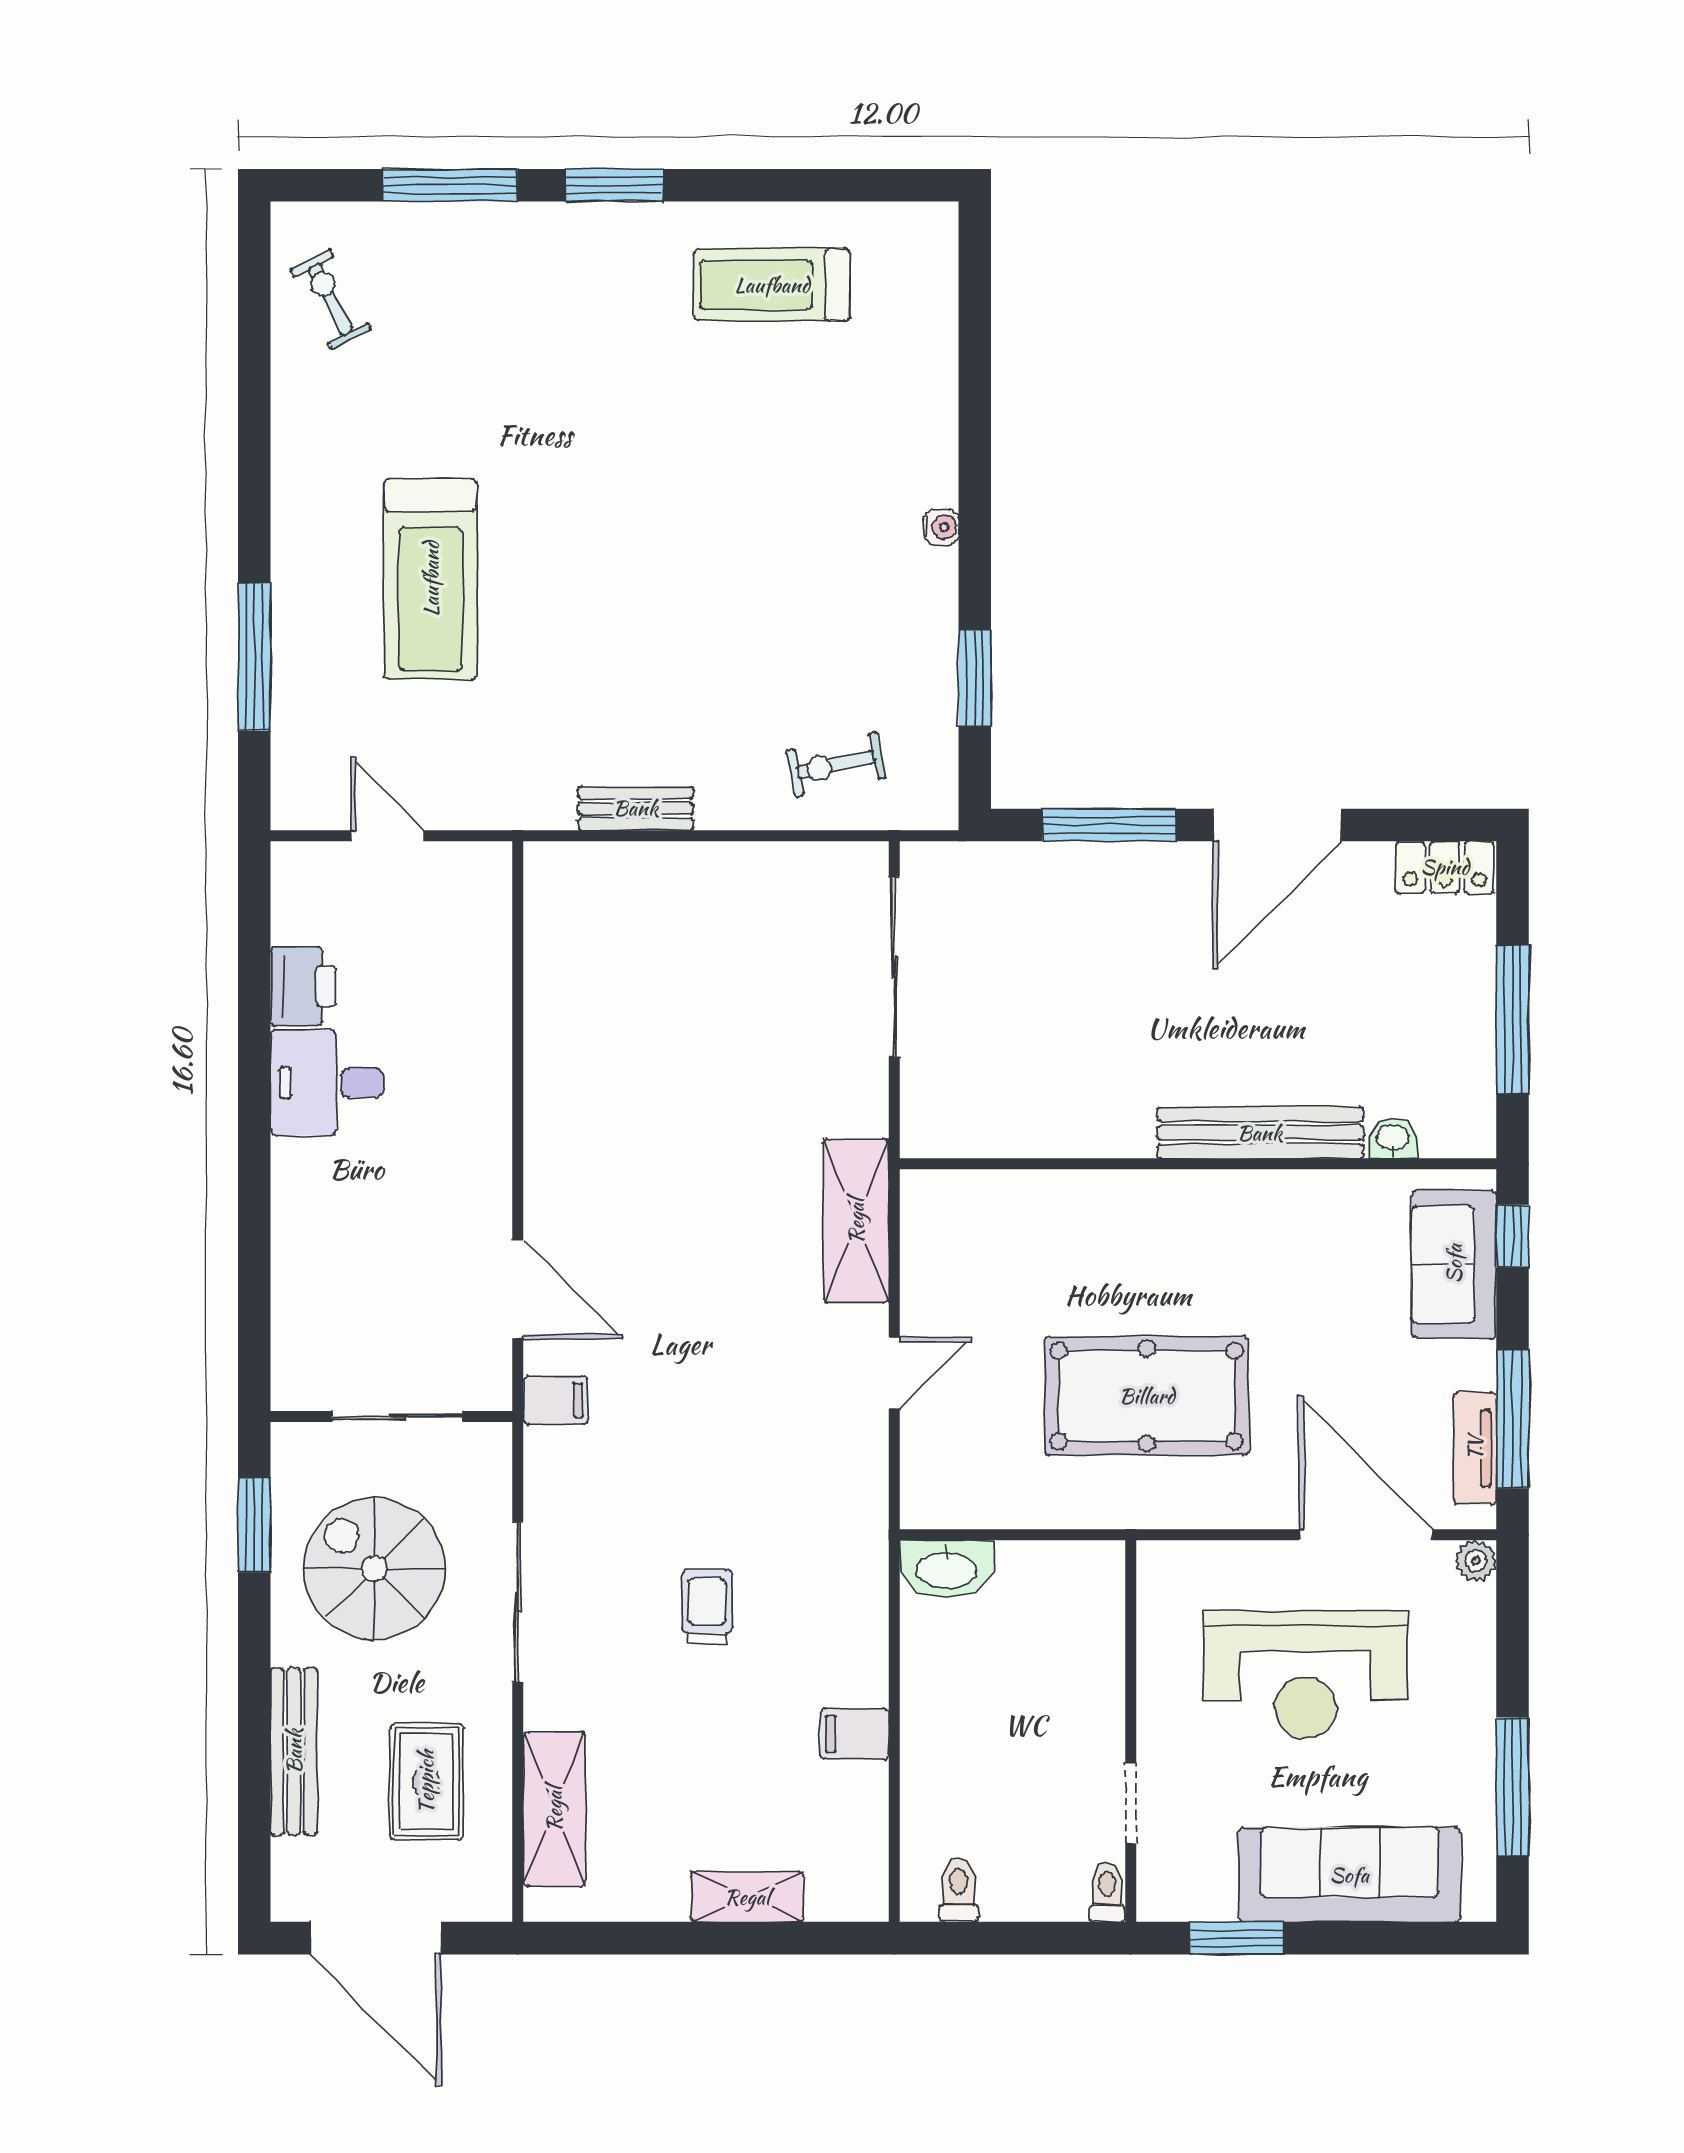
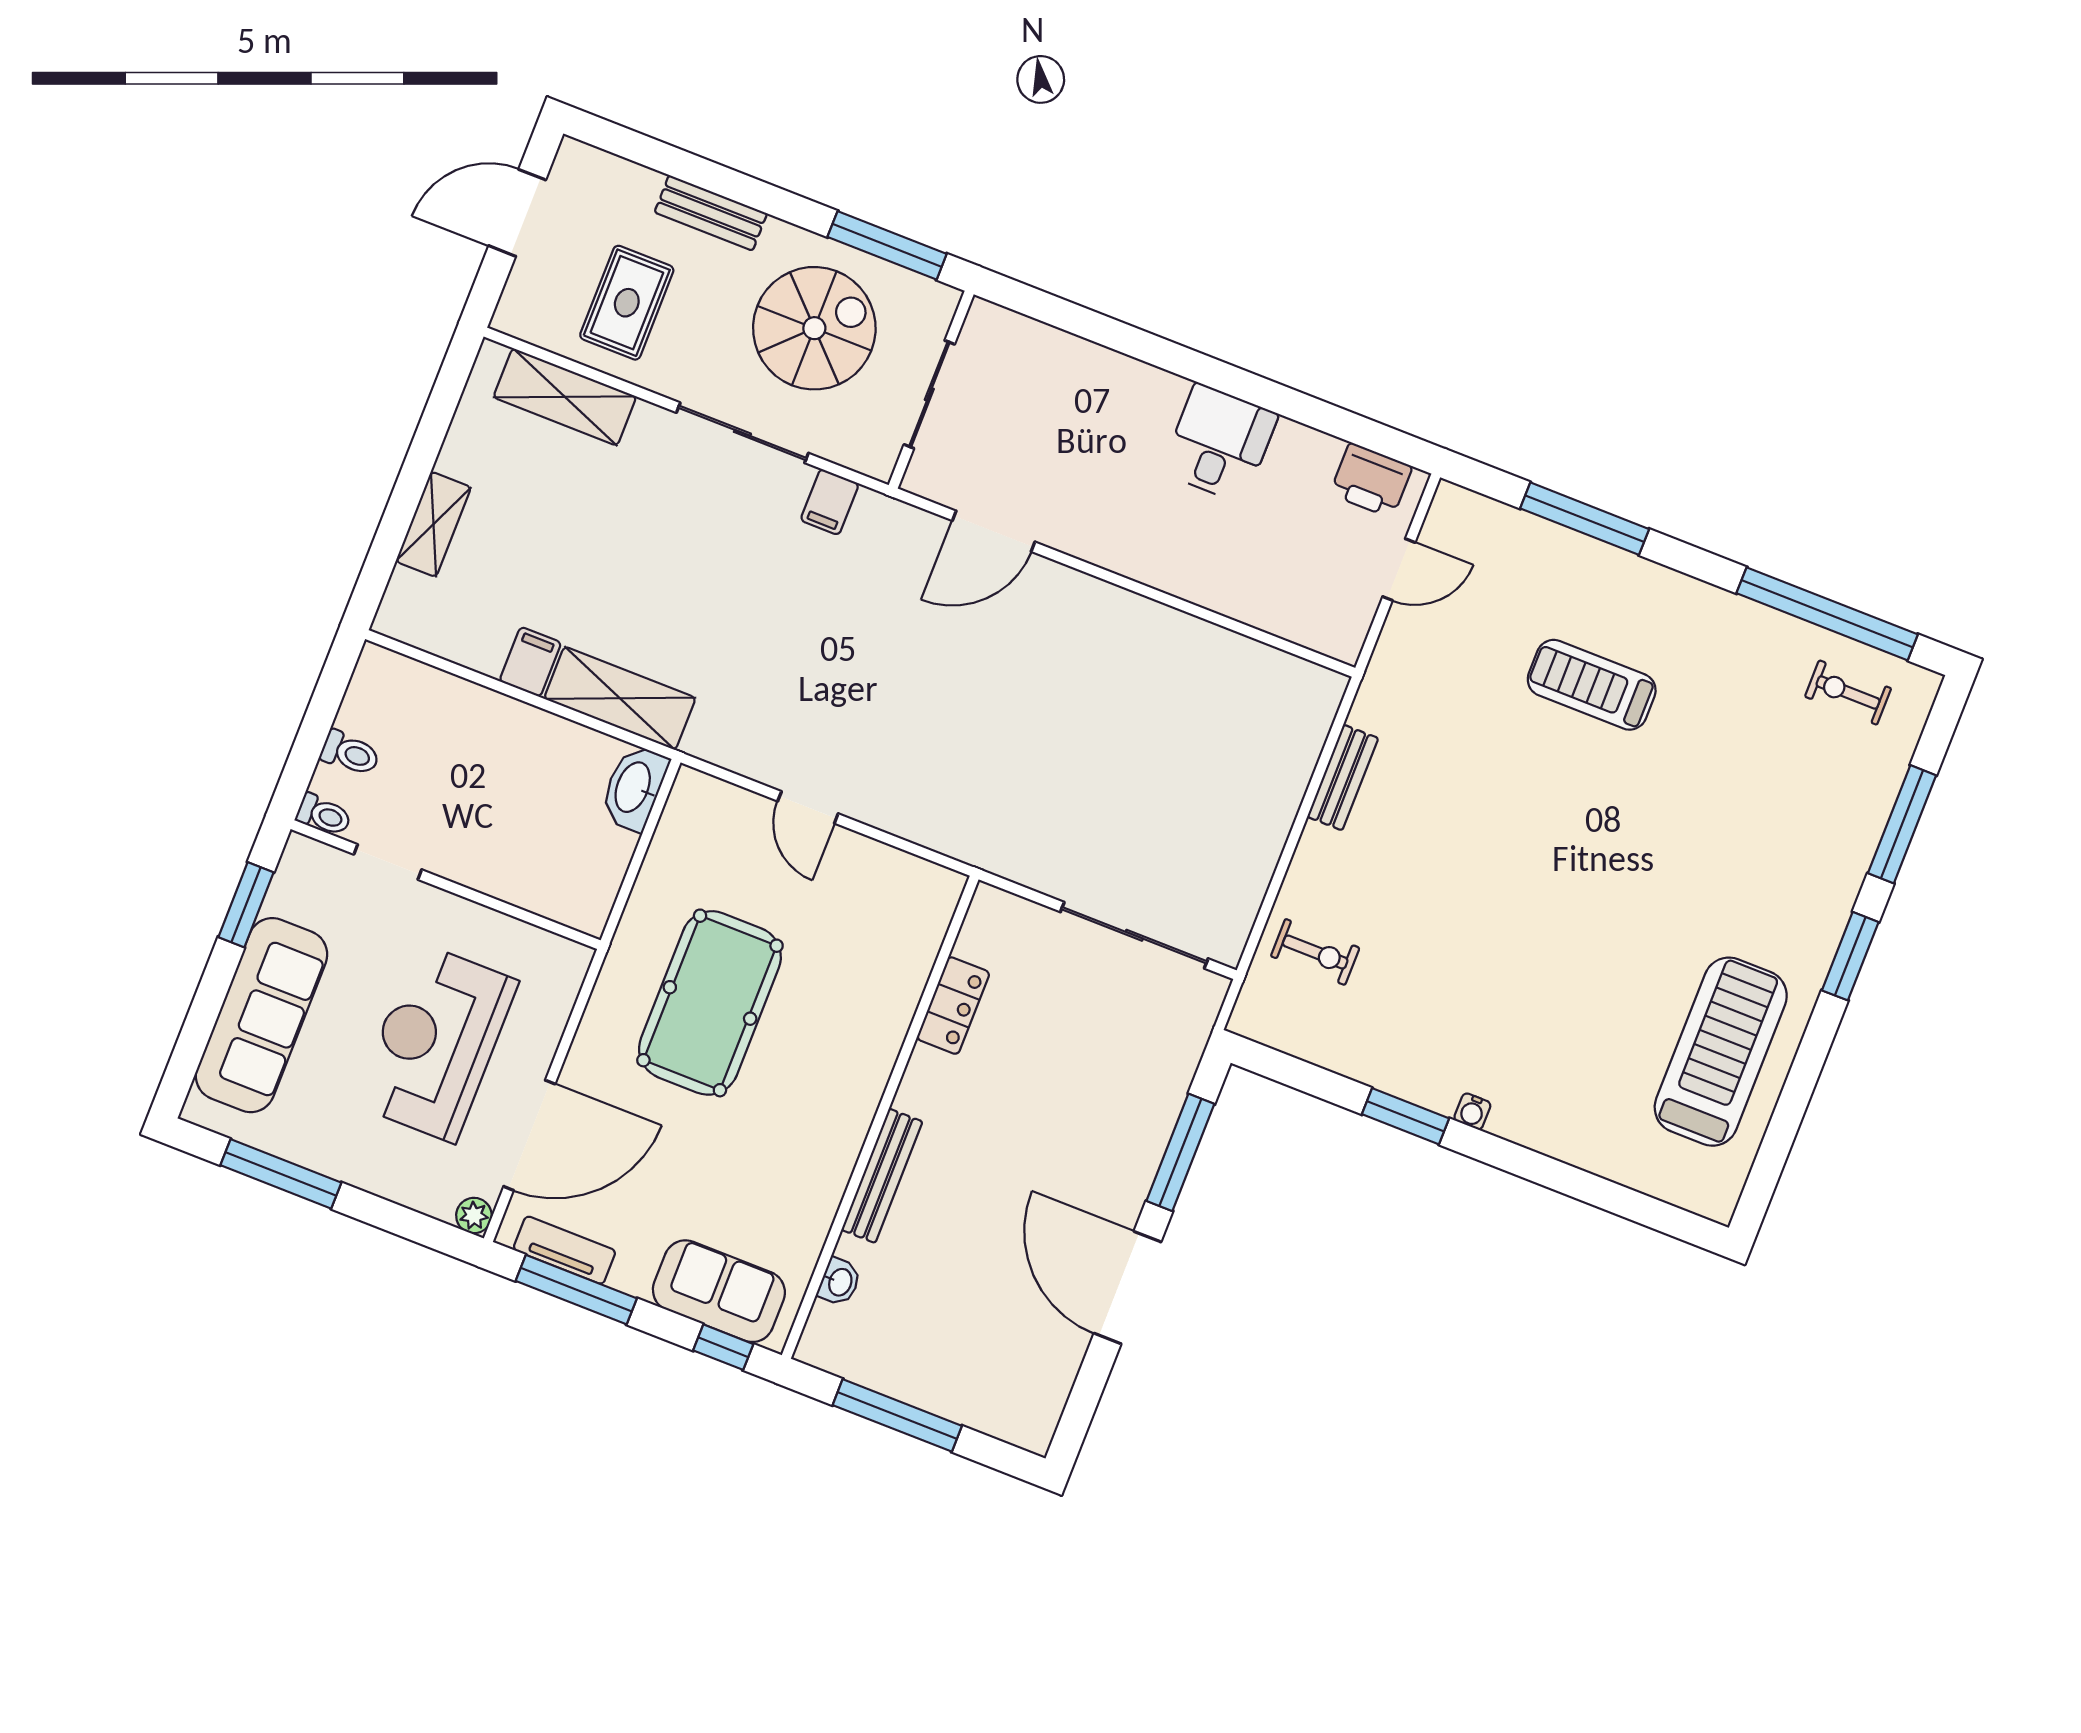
treadmill: (772, 285) -> (1721, 1052), width x1.37, depth x1.38
exercise bike: (330, 299) -> (1848, 692), turned -153
window: (254, 355) -> (1827, 614), added
treadmill: (431, 579) -> (1592, 685), width x0.73, depth x0.73
window: (975, 678) -> (1405, 1116), moved
exercise bike: (836, 764) -> (1315, 952), turned 102
locker: (1445, 867) -> (953, 1006), moved, turned 180
printer: (303, 986) -> (1371, 480), moved
bench: (1260, 1133) -> (882, 1176), width x0.73, depth x0.82
shelving: (856, 1221) -> (620, 698), moved
filing cabinet: (556, 1400) -> (830, 502), moved
window: (254, 1525) -> (887, 245), width x1.44
trolley: (707, 1606) -> (679, 583), removed
bench: (294, 1751) -> (711, 213), width x0.73
rug: (426, 1782) -> (627, 303), turned 90
toilet: (959, 1890) -> (350, 753), moved
door: (376, 1938) -> (517, 213), width x0.73

